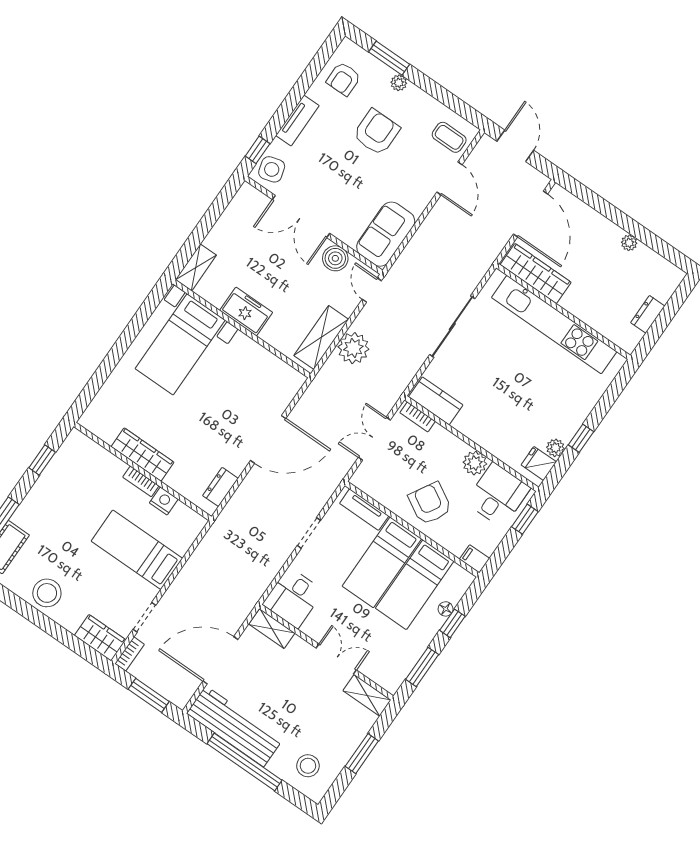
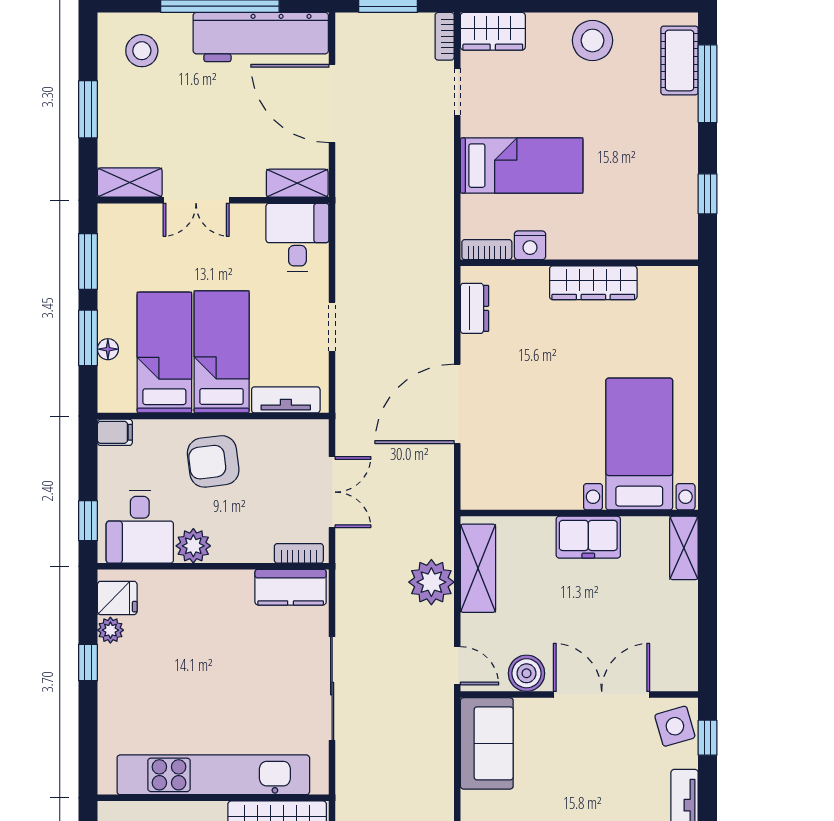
bookcase: (141, 481) -> (487, 250), moved
armchair: (430, 503) -> (213, 461), turned 143
window: (452, 623) -> (88, 338), width x1.50
door: (220, 660) -> (332, 103), swing flipped

